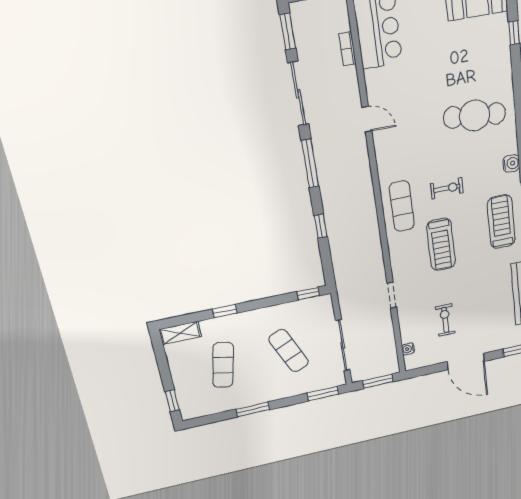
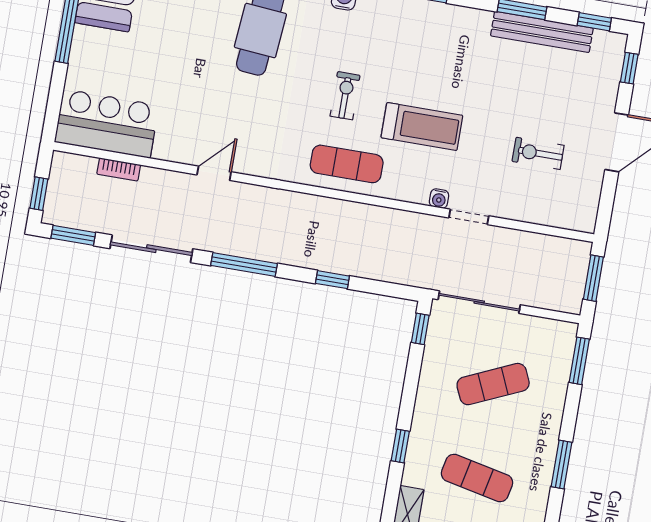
treadmill: (501, 222) -> (422, 33), removed
sliding door: (343, 345) -> (479, 302), moved
water cooler: (408, 349) -> (439, 199), moved

